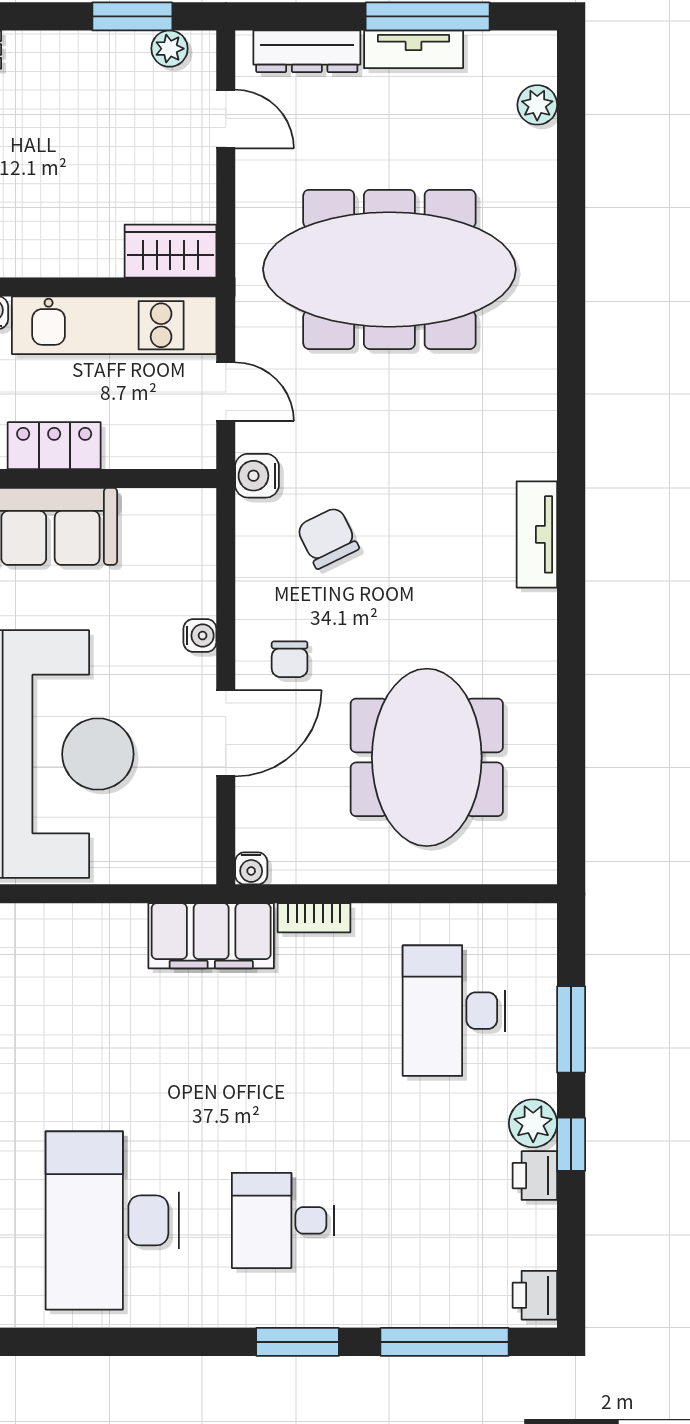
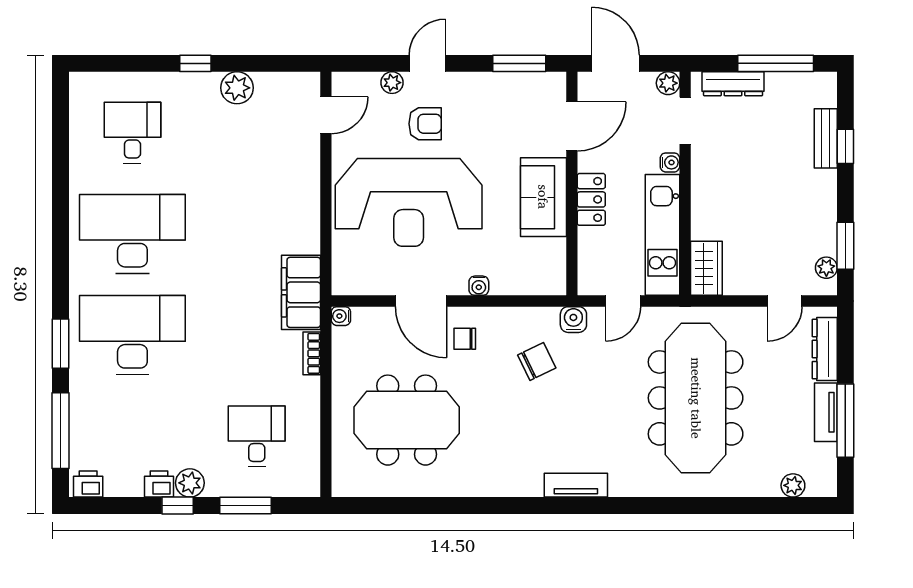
tv unit: (537, 534) -> (576, 485), moved
desk: (454, 1011) -> (257, 436), width x0.73
desk: (283, 1220) -> (132, 335), width x1.87, depth x1.30

